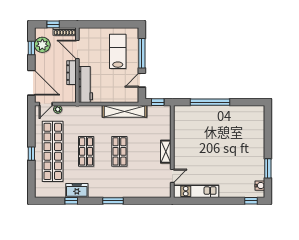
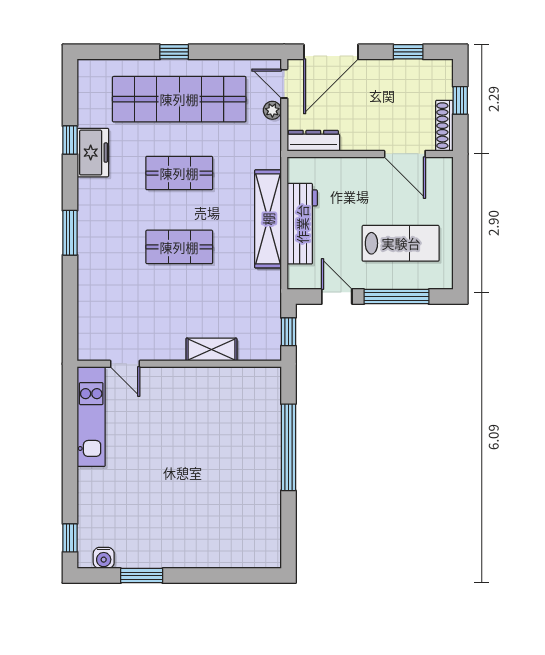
plant: (42, 45) -> (415, 76), removed
door: (77, 49) -> (405, 154), swing flipped
dresser: (71, 73) -> (313, 141), moved
workbench: (86, 84) -> (302, 224), moved, turned -90
shelving: (124, 111) -> (268, 219), moved
shelving: (166, 152) -> (211, 350), moved

